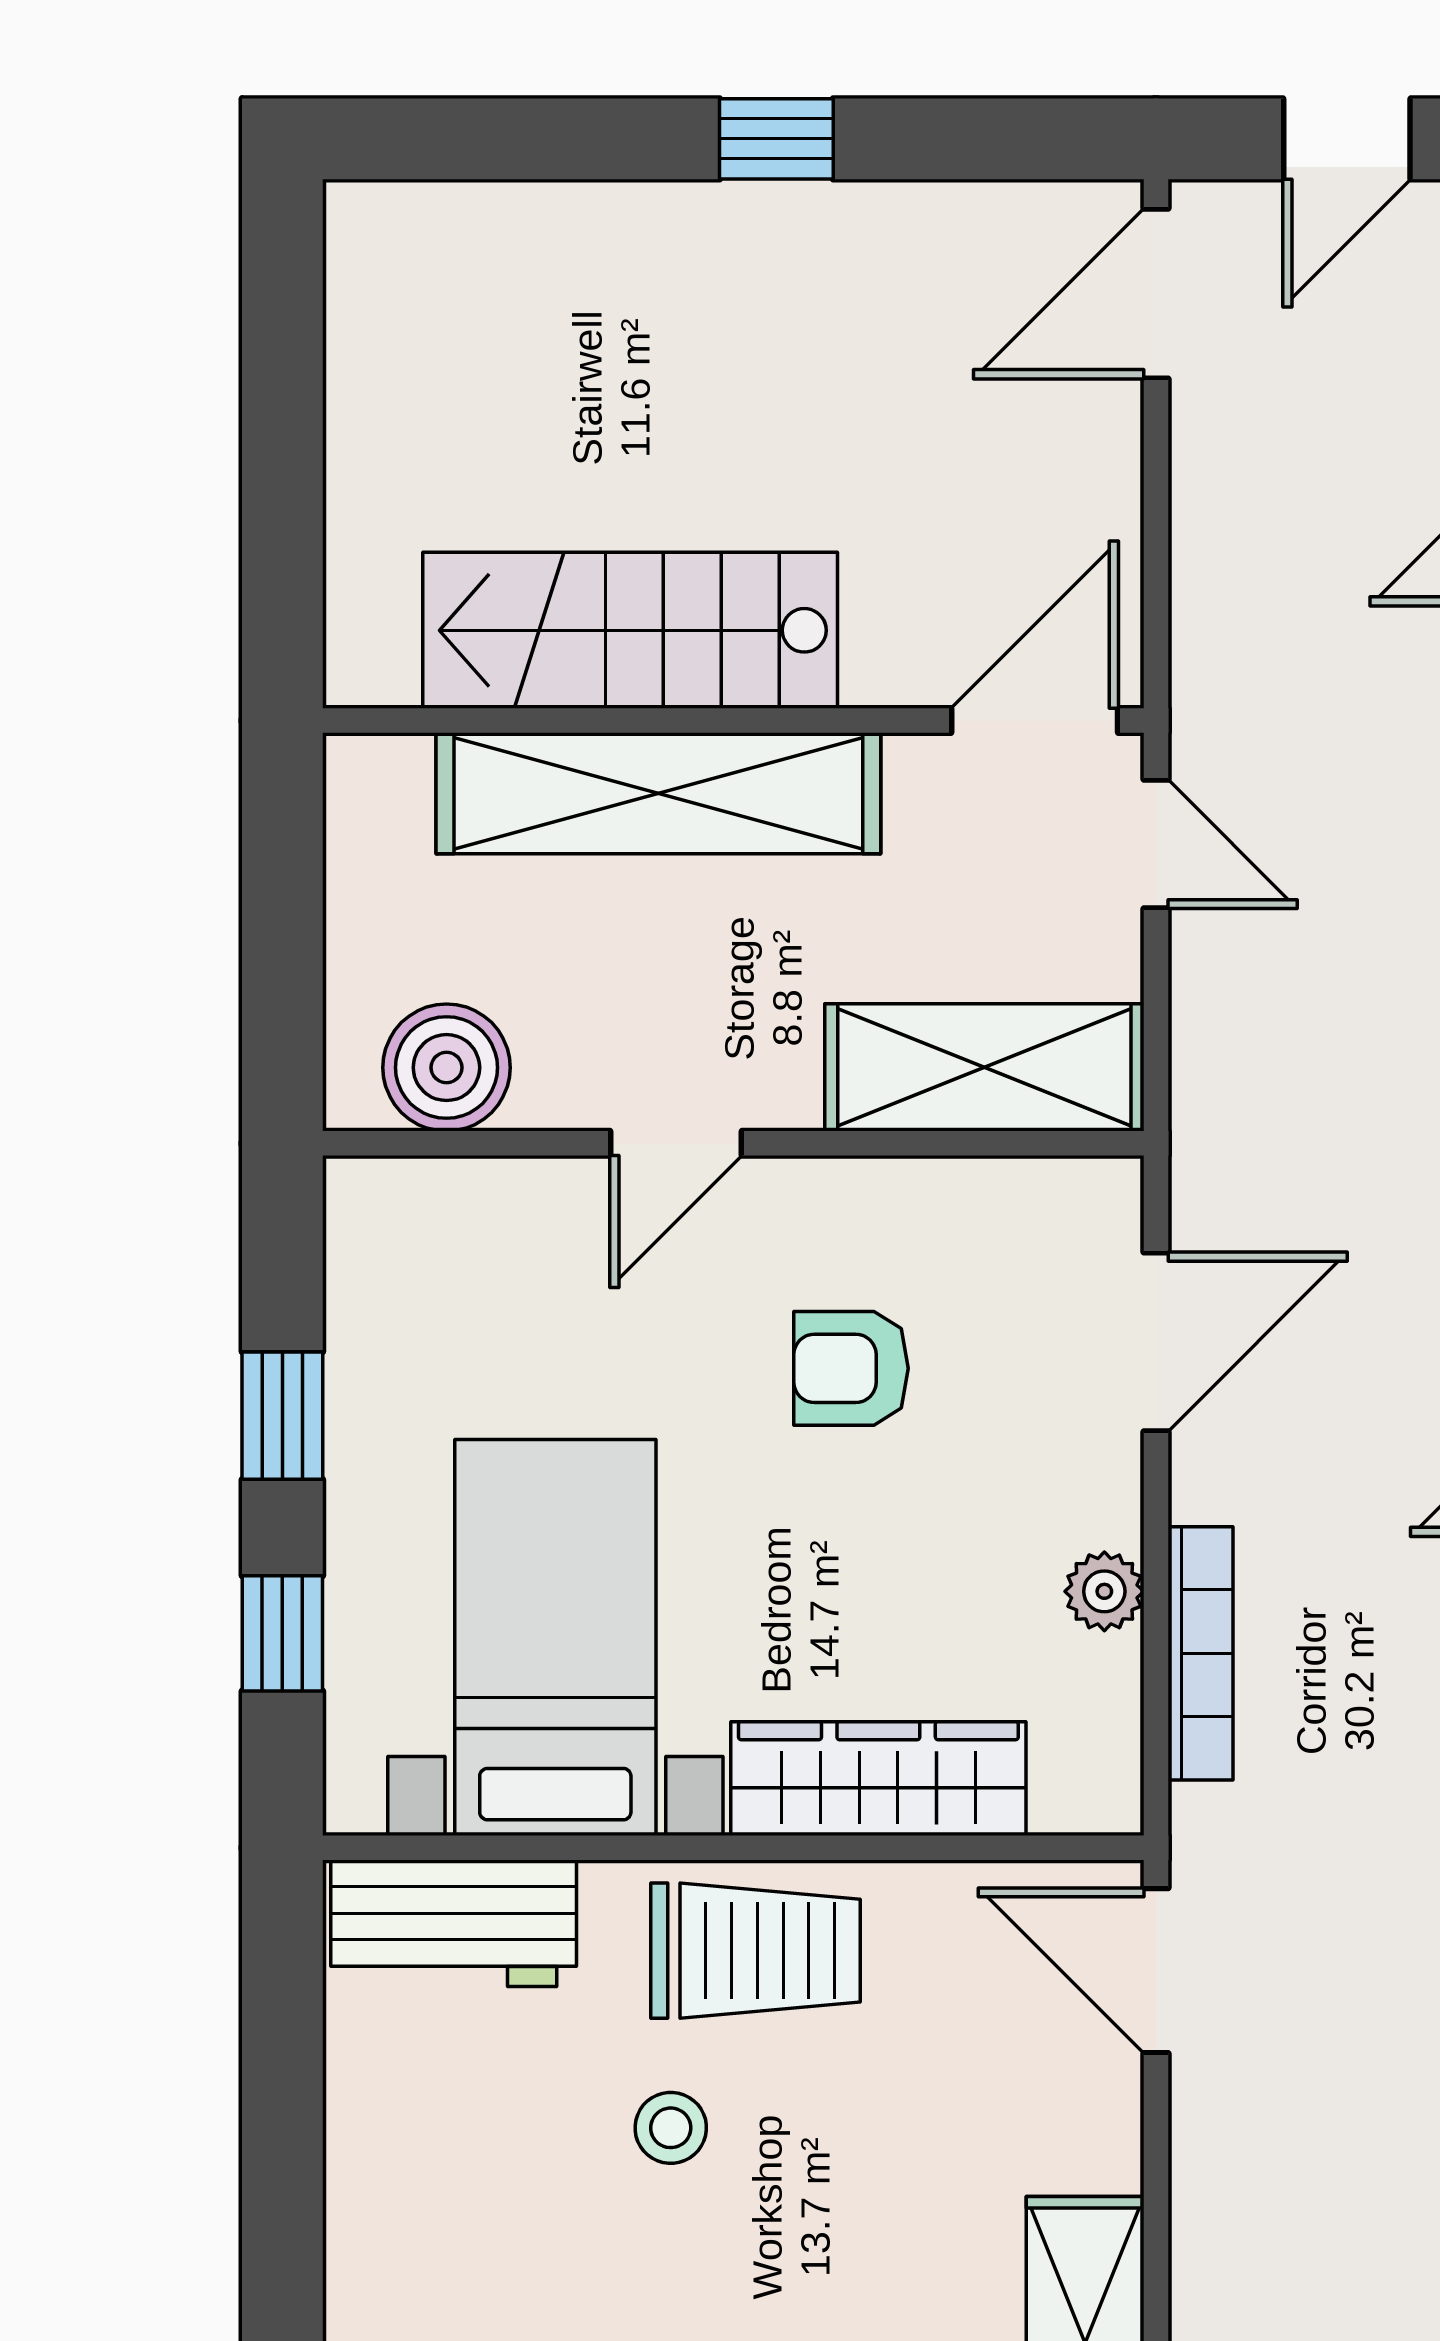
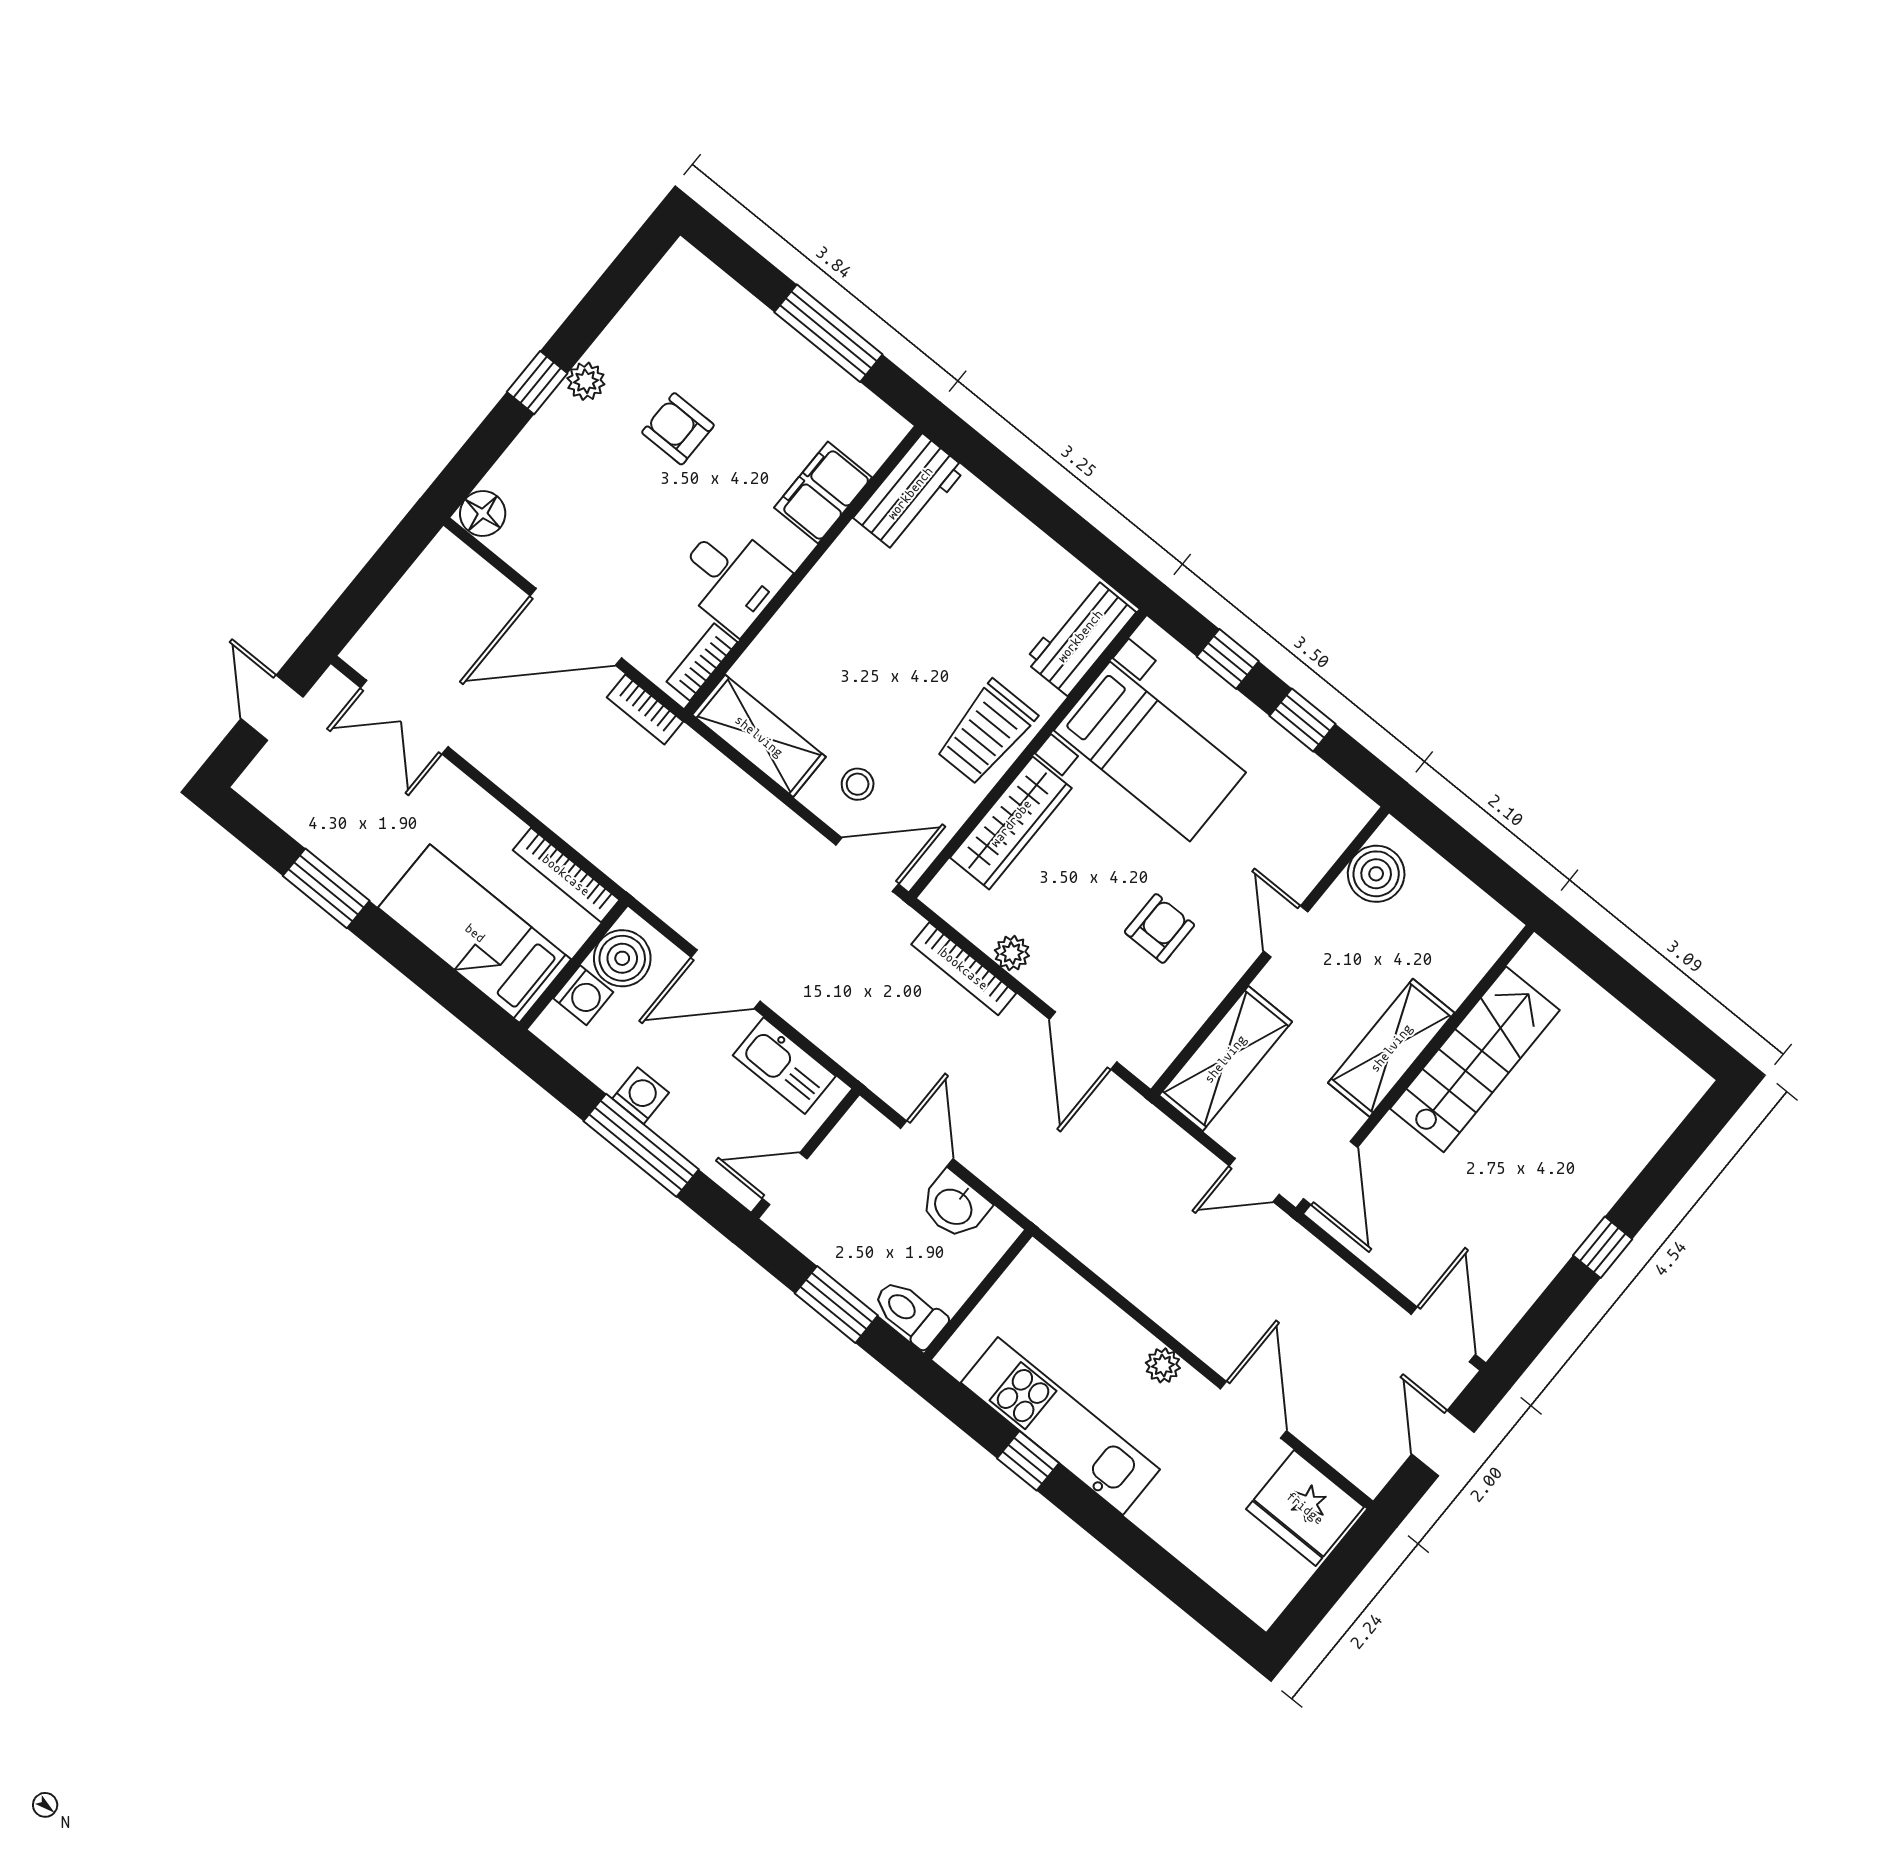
shelving: (658, 793) -> (1391, 1048), width x0.68
stool: (671, 2128) -> (858, 784), moved

